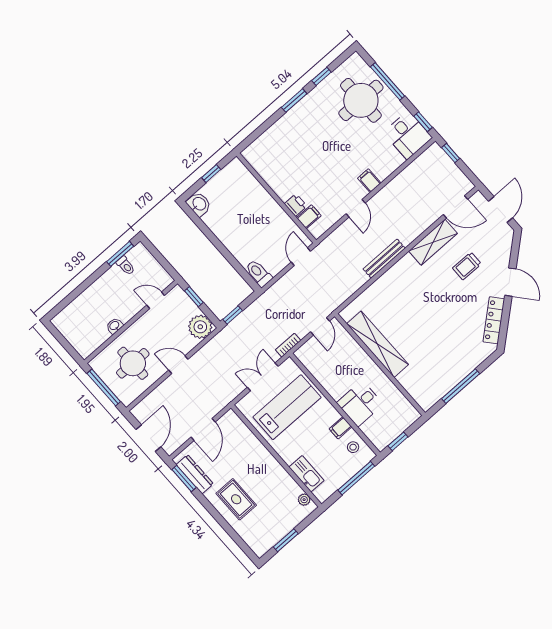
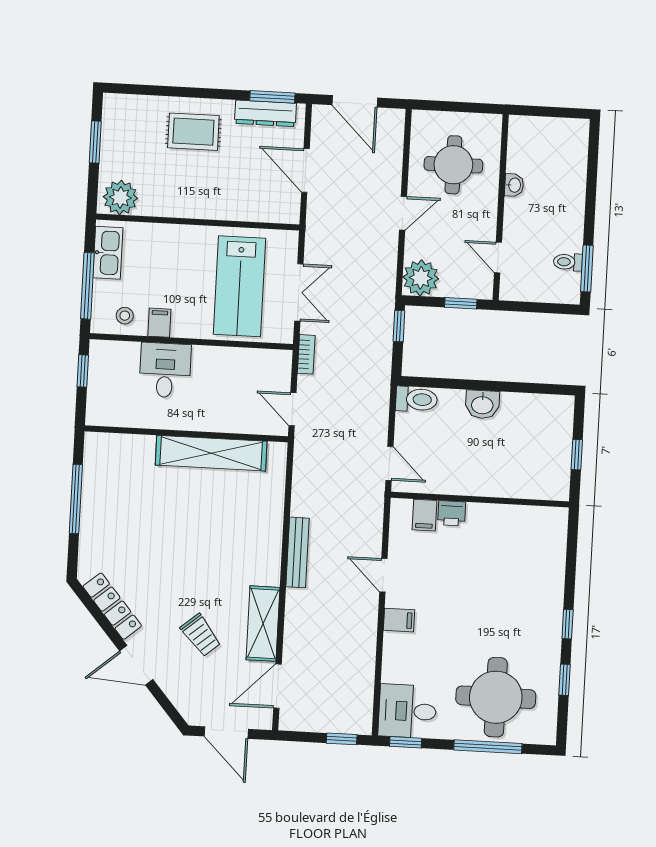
window: (294, 100) -> (568, 624), width x0.67
washbasin: (199, 204) -> (482, 404), moved
trolley: (467, 266) -> (201, 635), turned 140
door: (156, 300) -> (498, 258), swing flipped
window: (104, 388) -> (458, 107), removed
kitchen sink: (306, 474) -> (108, 253), moved, turned -90
plant: (304, 500) -> (120, 197), width x1.88, depth x1.88

